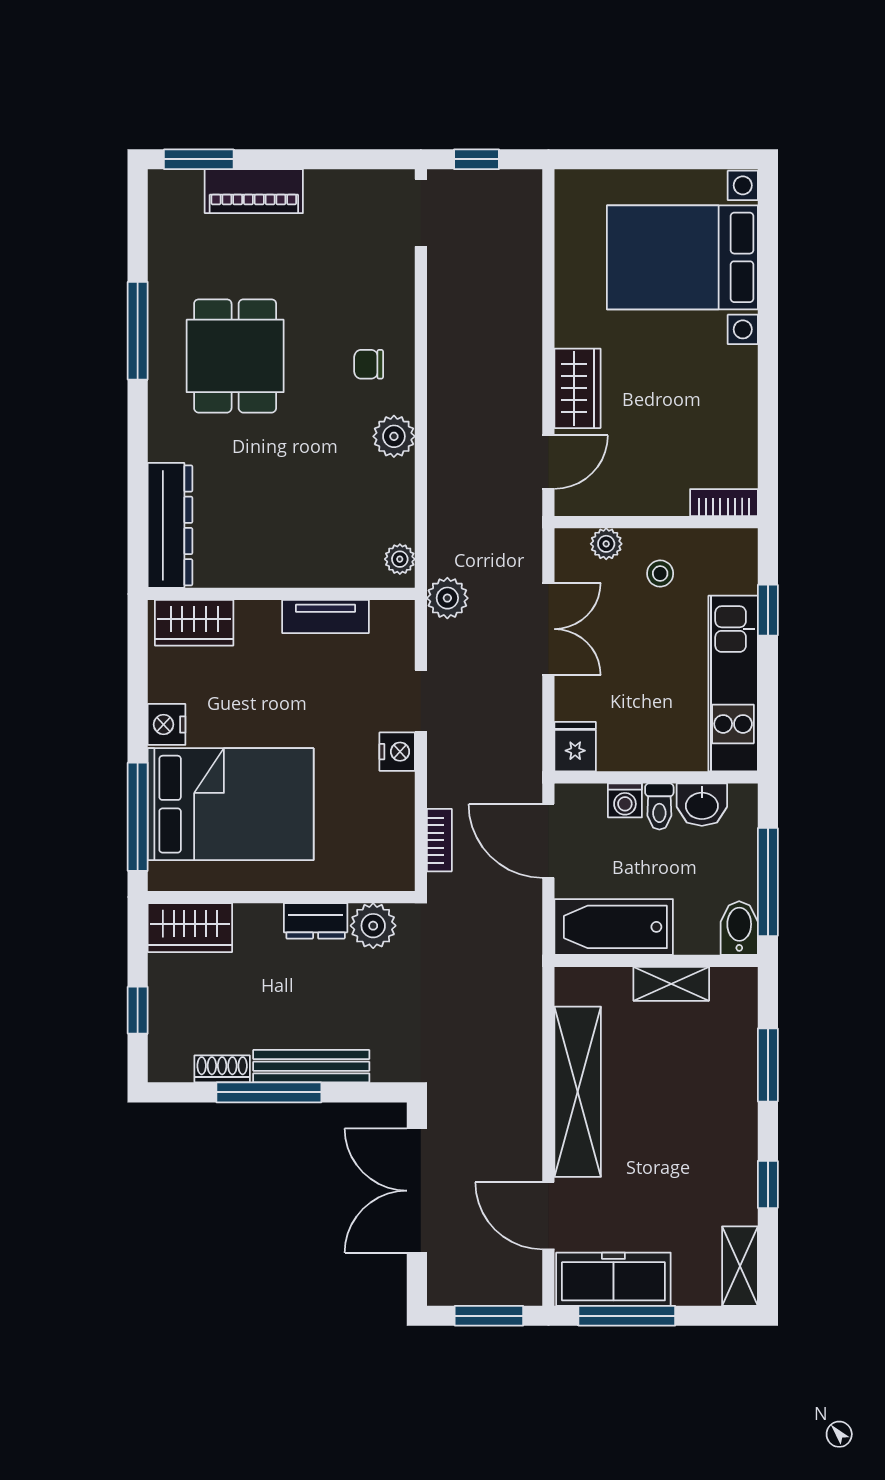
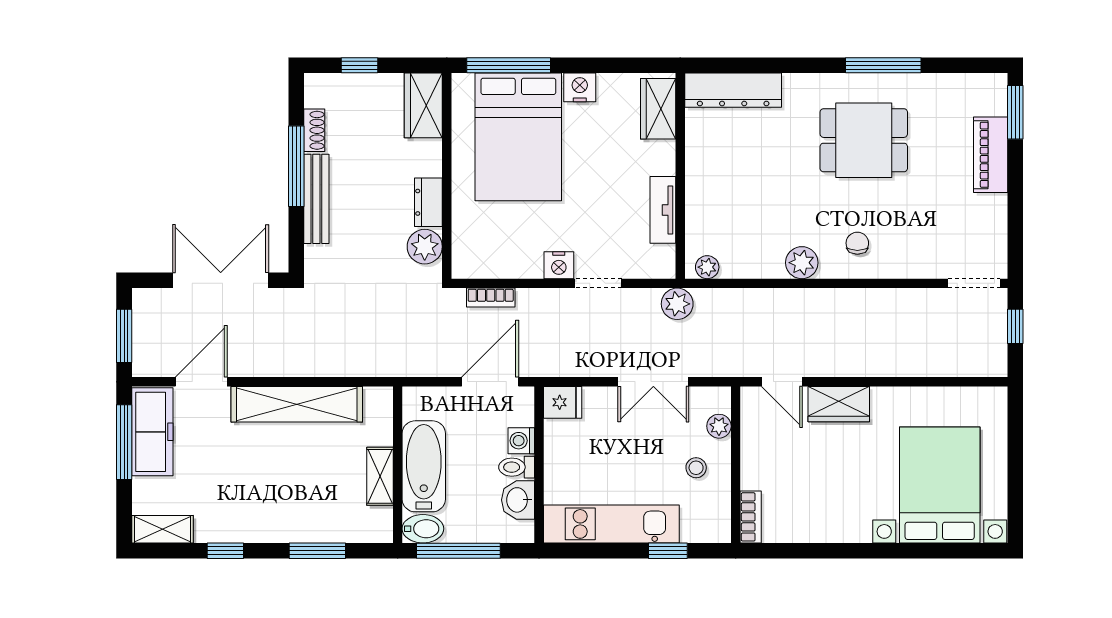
bathtub: (614, 927) -> (424, 466), moved

